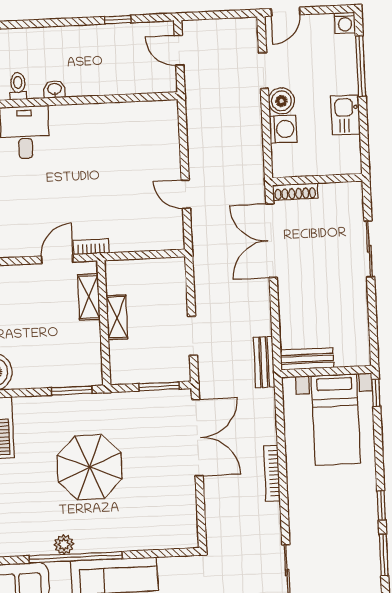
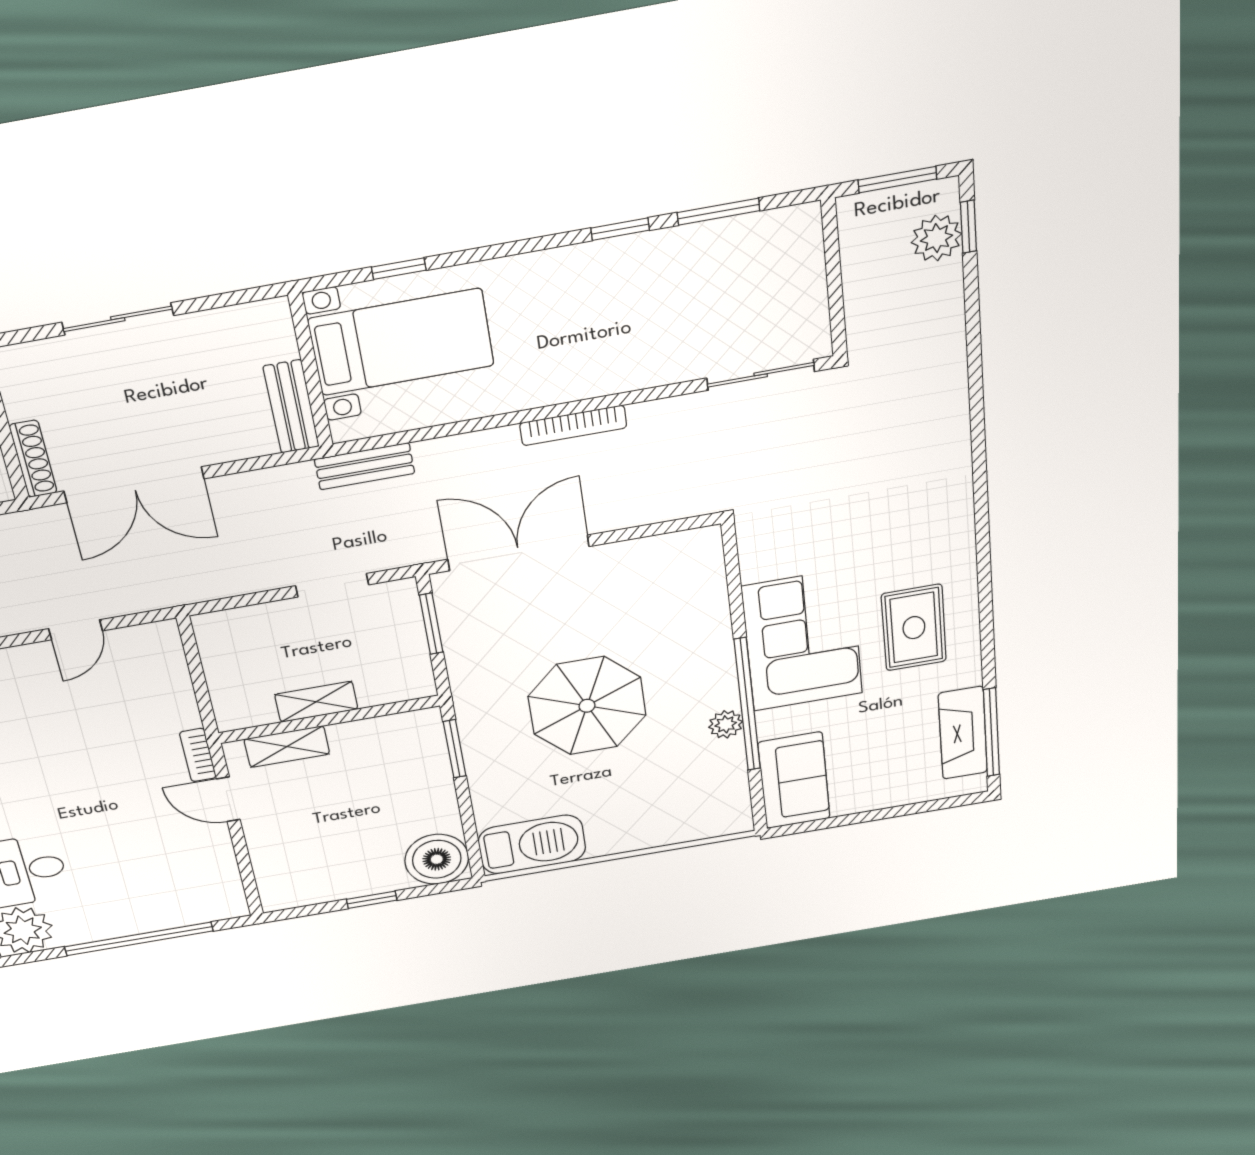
bench: (307, 359) -> (291, 407), moved
wall: (326, 372) -> (311, 371), moved
bed with nightstands: (336, 419) -> (401, 342), moved

